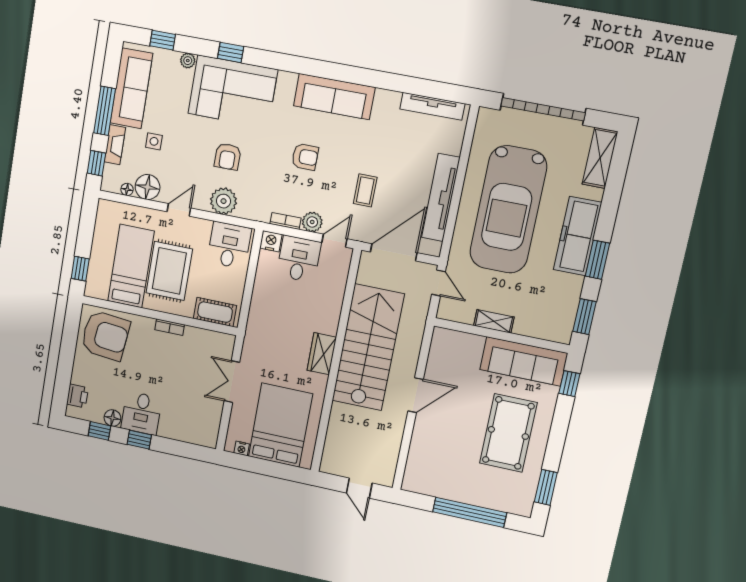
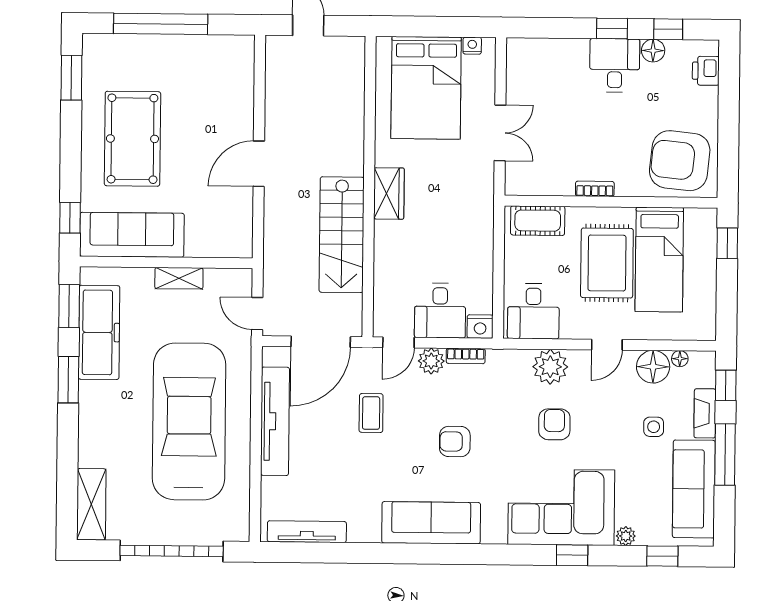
freezer: (578, 236) -> (99, 332), moved
stairs: (368, 347) -> (342, 235), width x0.73, depth x0.66

